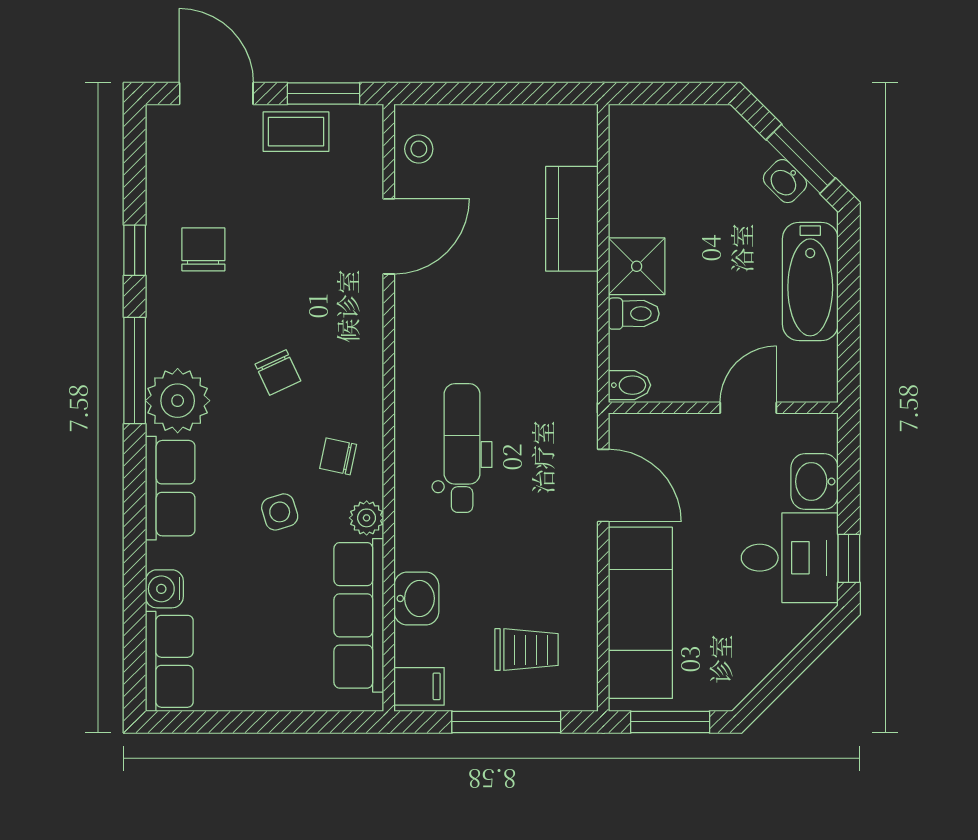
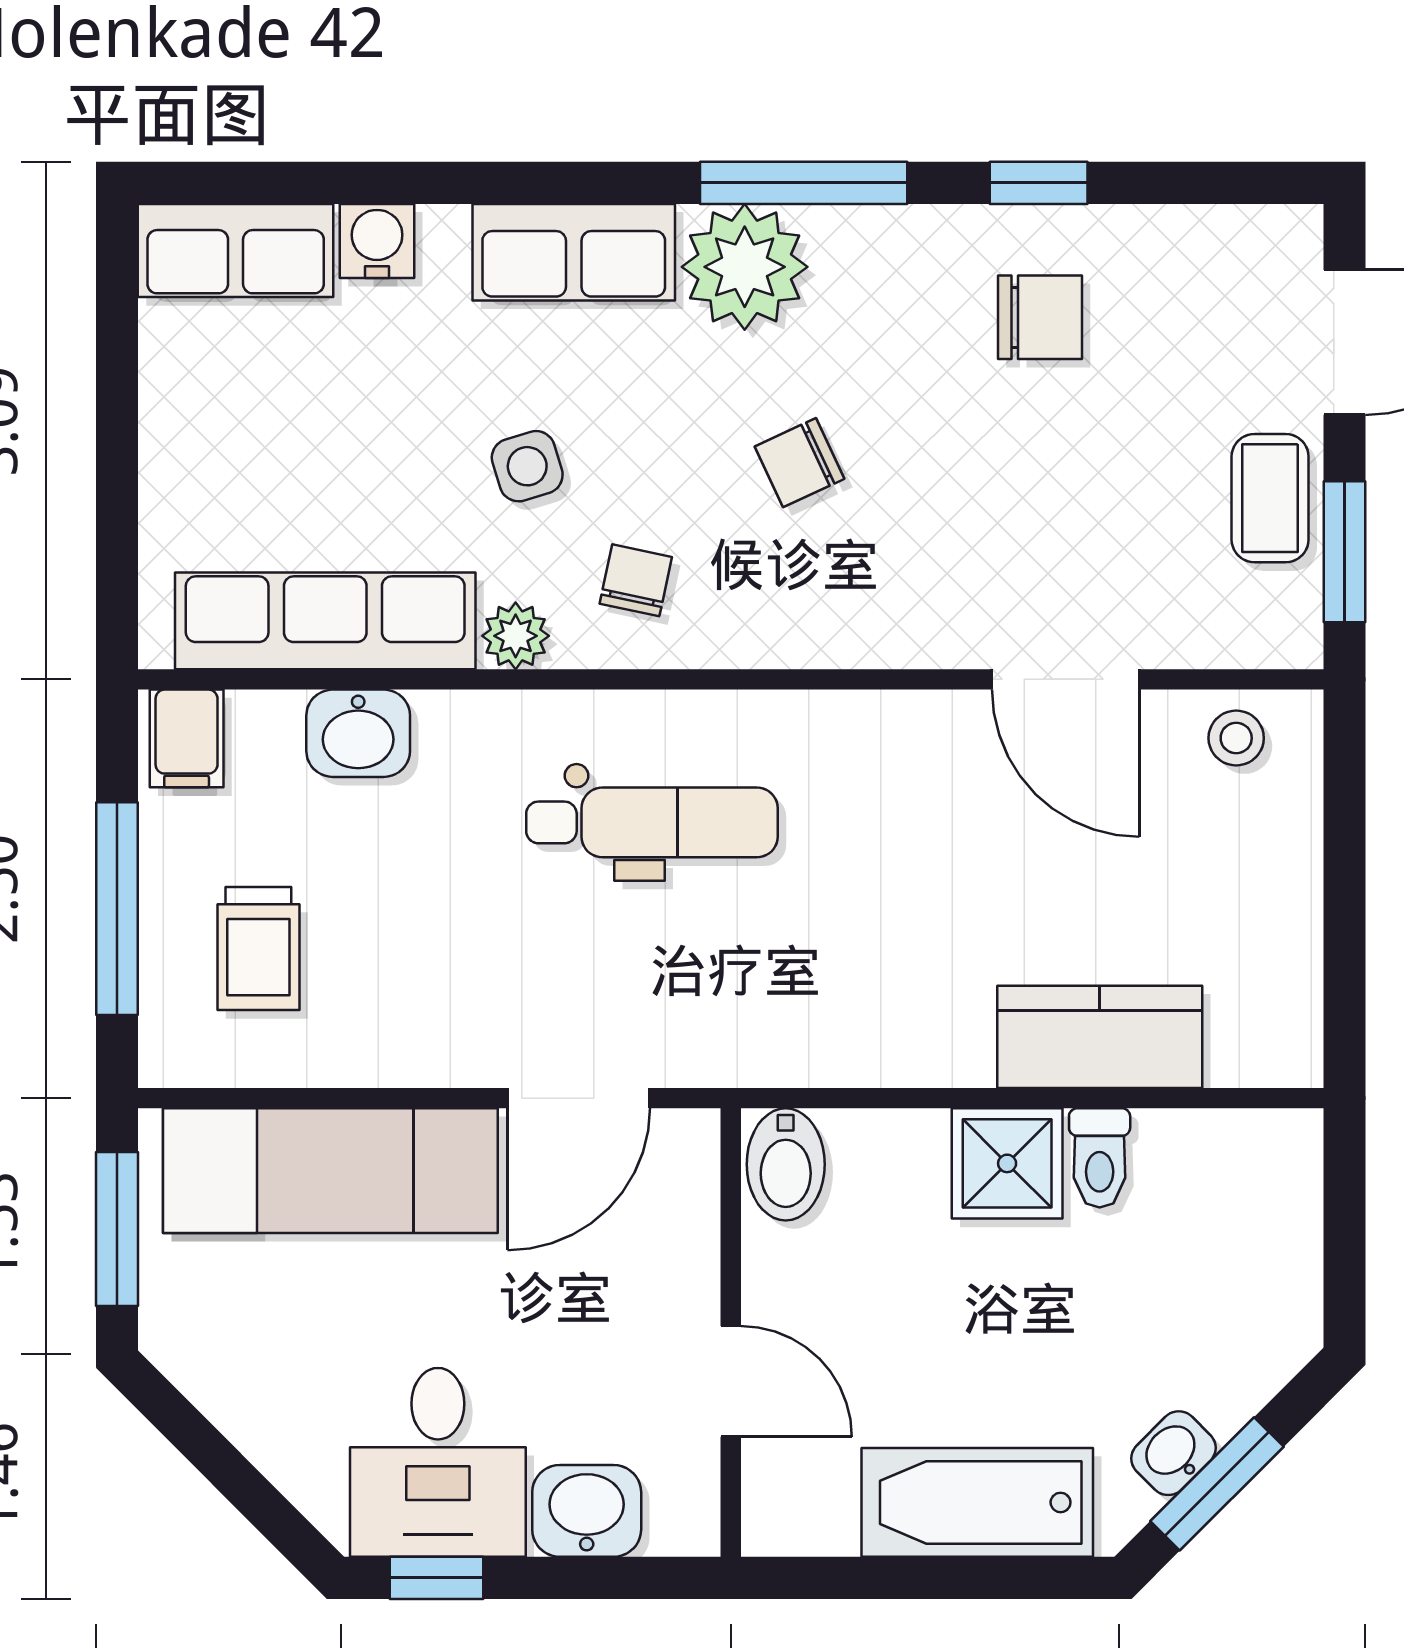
toilet: (634, 314) -> (1100, 1158), moved
bidet: (629, 385) -> (786, 1164), width x1.38, depth x1.36

